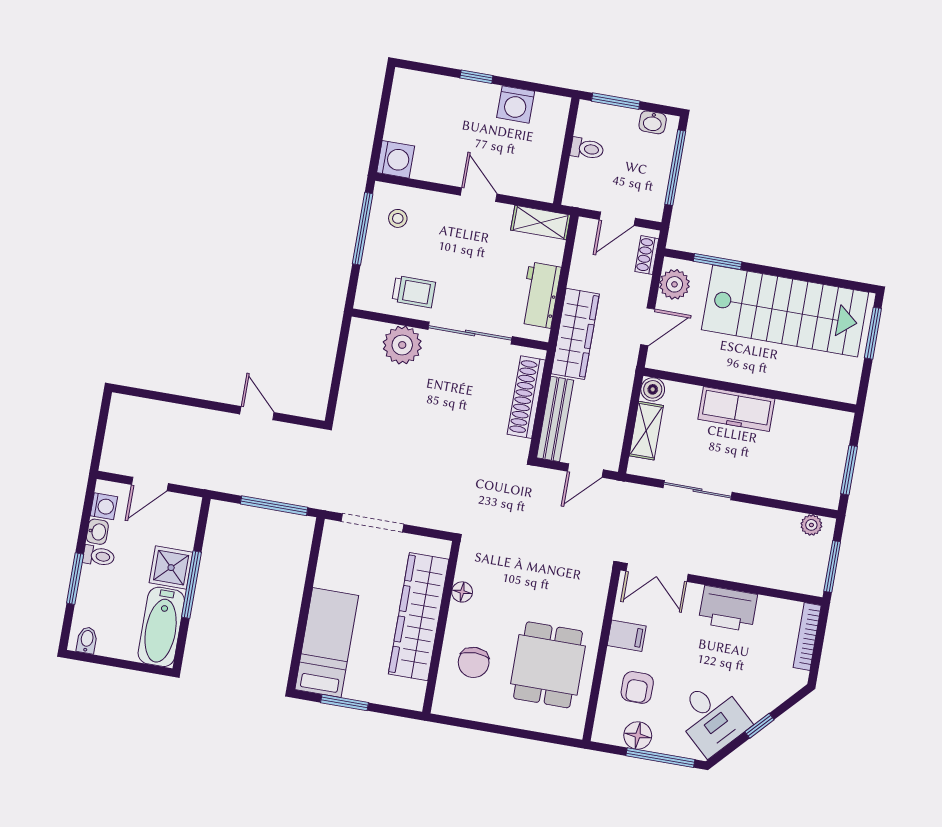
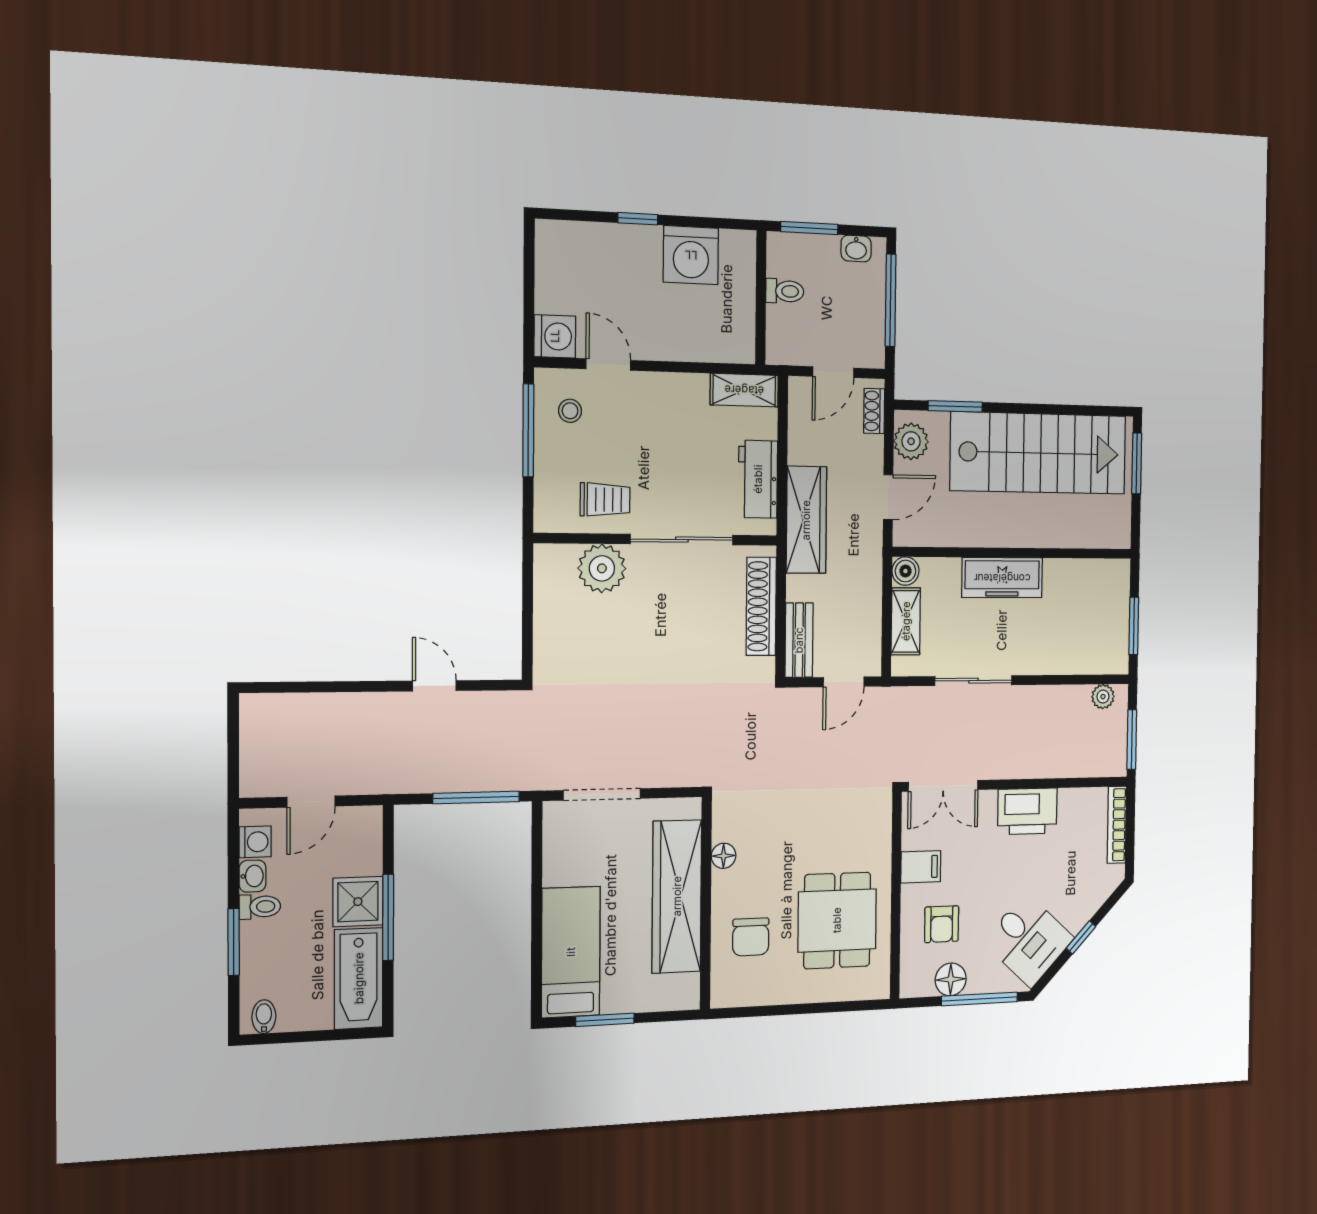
washing machine: (516, 104) -> (691, 255), width x1.37, depth x1.37
door: (479, 195) -> (608, 365), moved
bench: (555, 419) -> (799, 640), width x0.73

